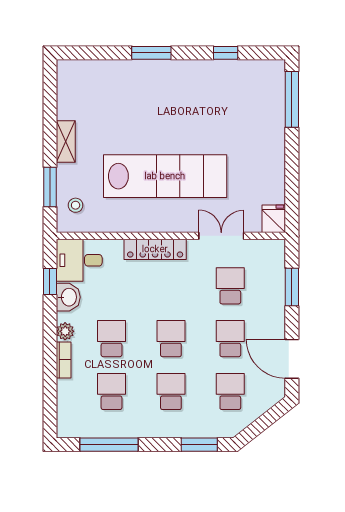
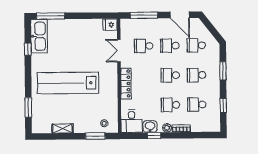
window: (151, 53) -> (28, 107), moved
kitchen sink: (252, 76) -> (39, 36), added
shelving: (66, 141) -> (62, 128), moved
lab bench: (165, 176) -> (68, 83), moved, turned -90
window: (50, 281) -> (154, 136), moved
window: (292, 287) -> (144, 15), width x1.44
door: (292, 359) -> (180, 15), hinge flipped
window: (109, 445) -> (223, 106), width x0.46
window: (199, 445) -> (223, 71), moved

